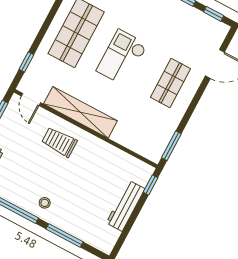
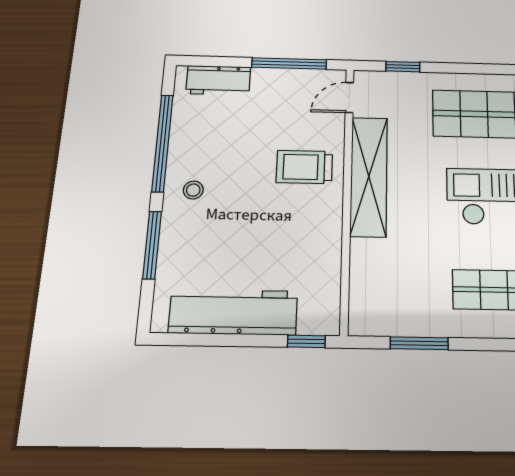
trolley: (59, 142) -> (304, 167), turned -90
window: (171, 146) -> (419, 343), moved
workbench: (126, 206) -> (233, 312), width x1.36, depth x1.32

